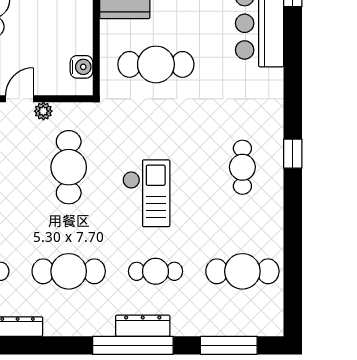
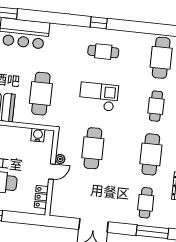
door: (19, 99) -> (52, 172), swing flipped
cafe table: (69, 167) -> (93, 148), turned 90
checkout: (146, 193) -> (99, 97), moved

